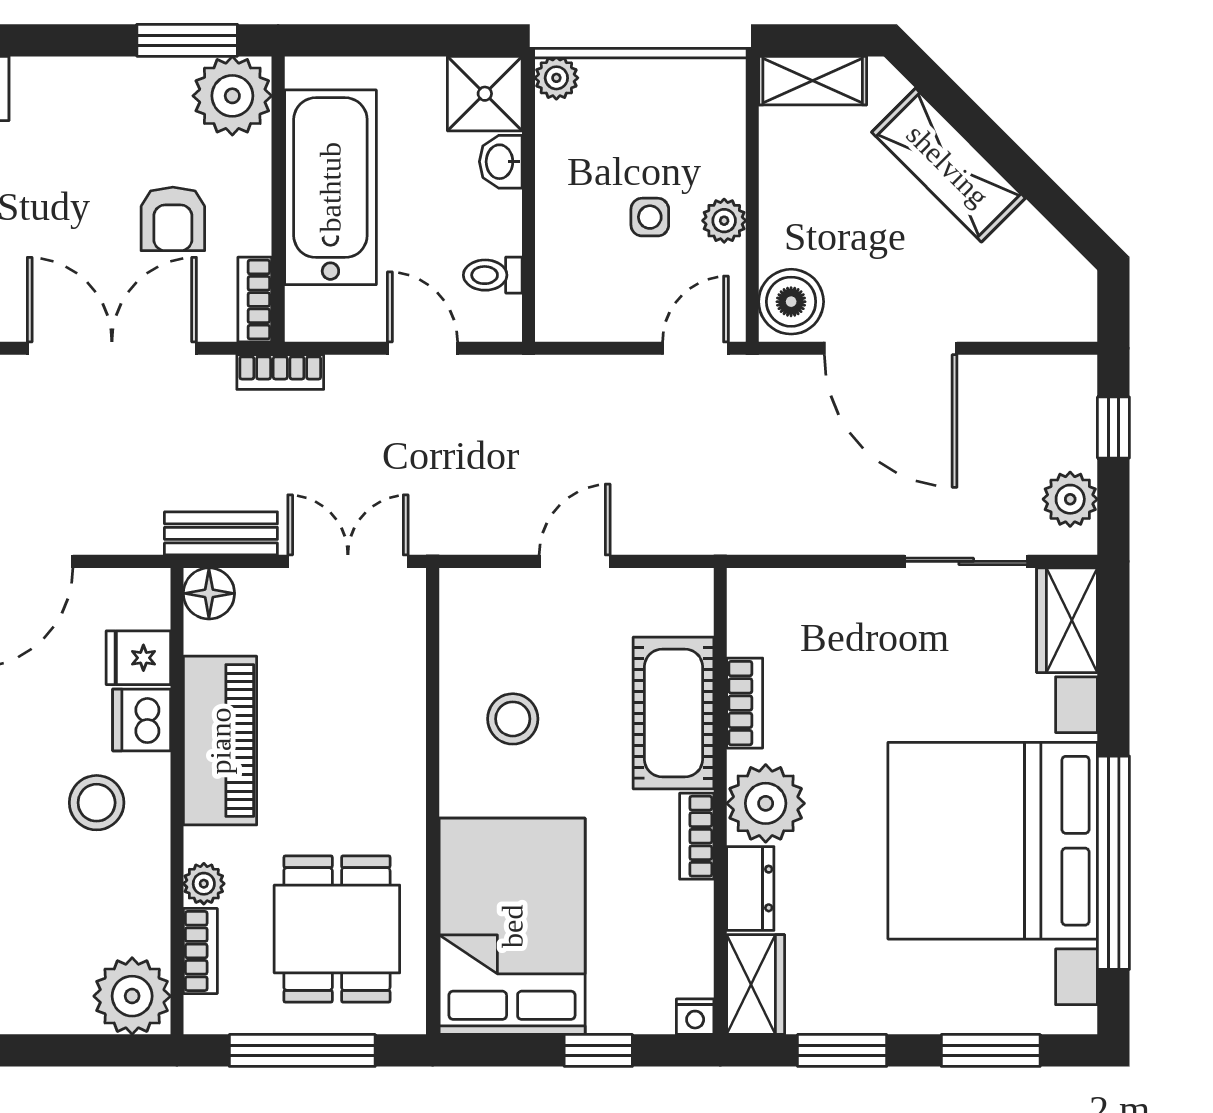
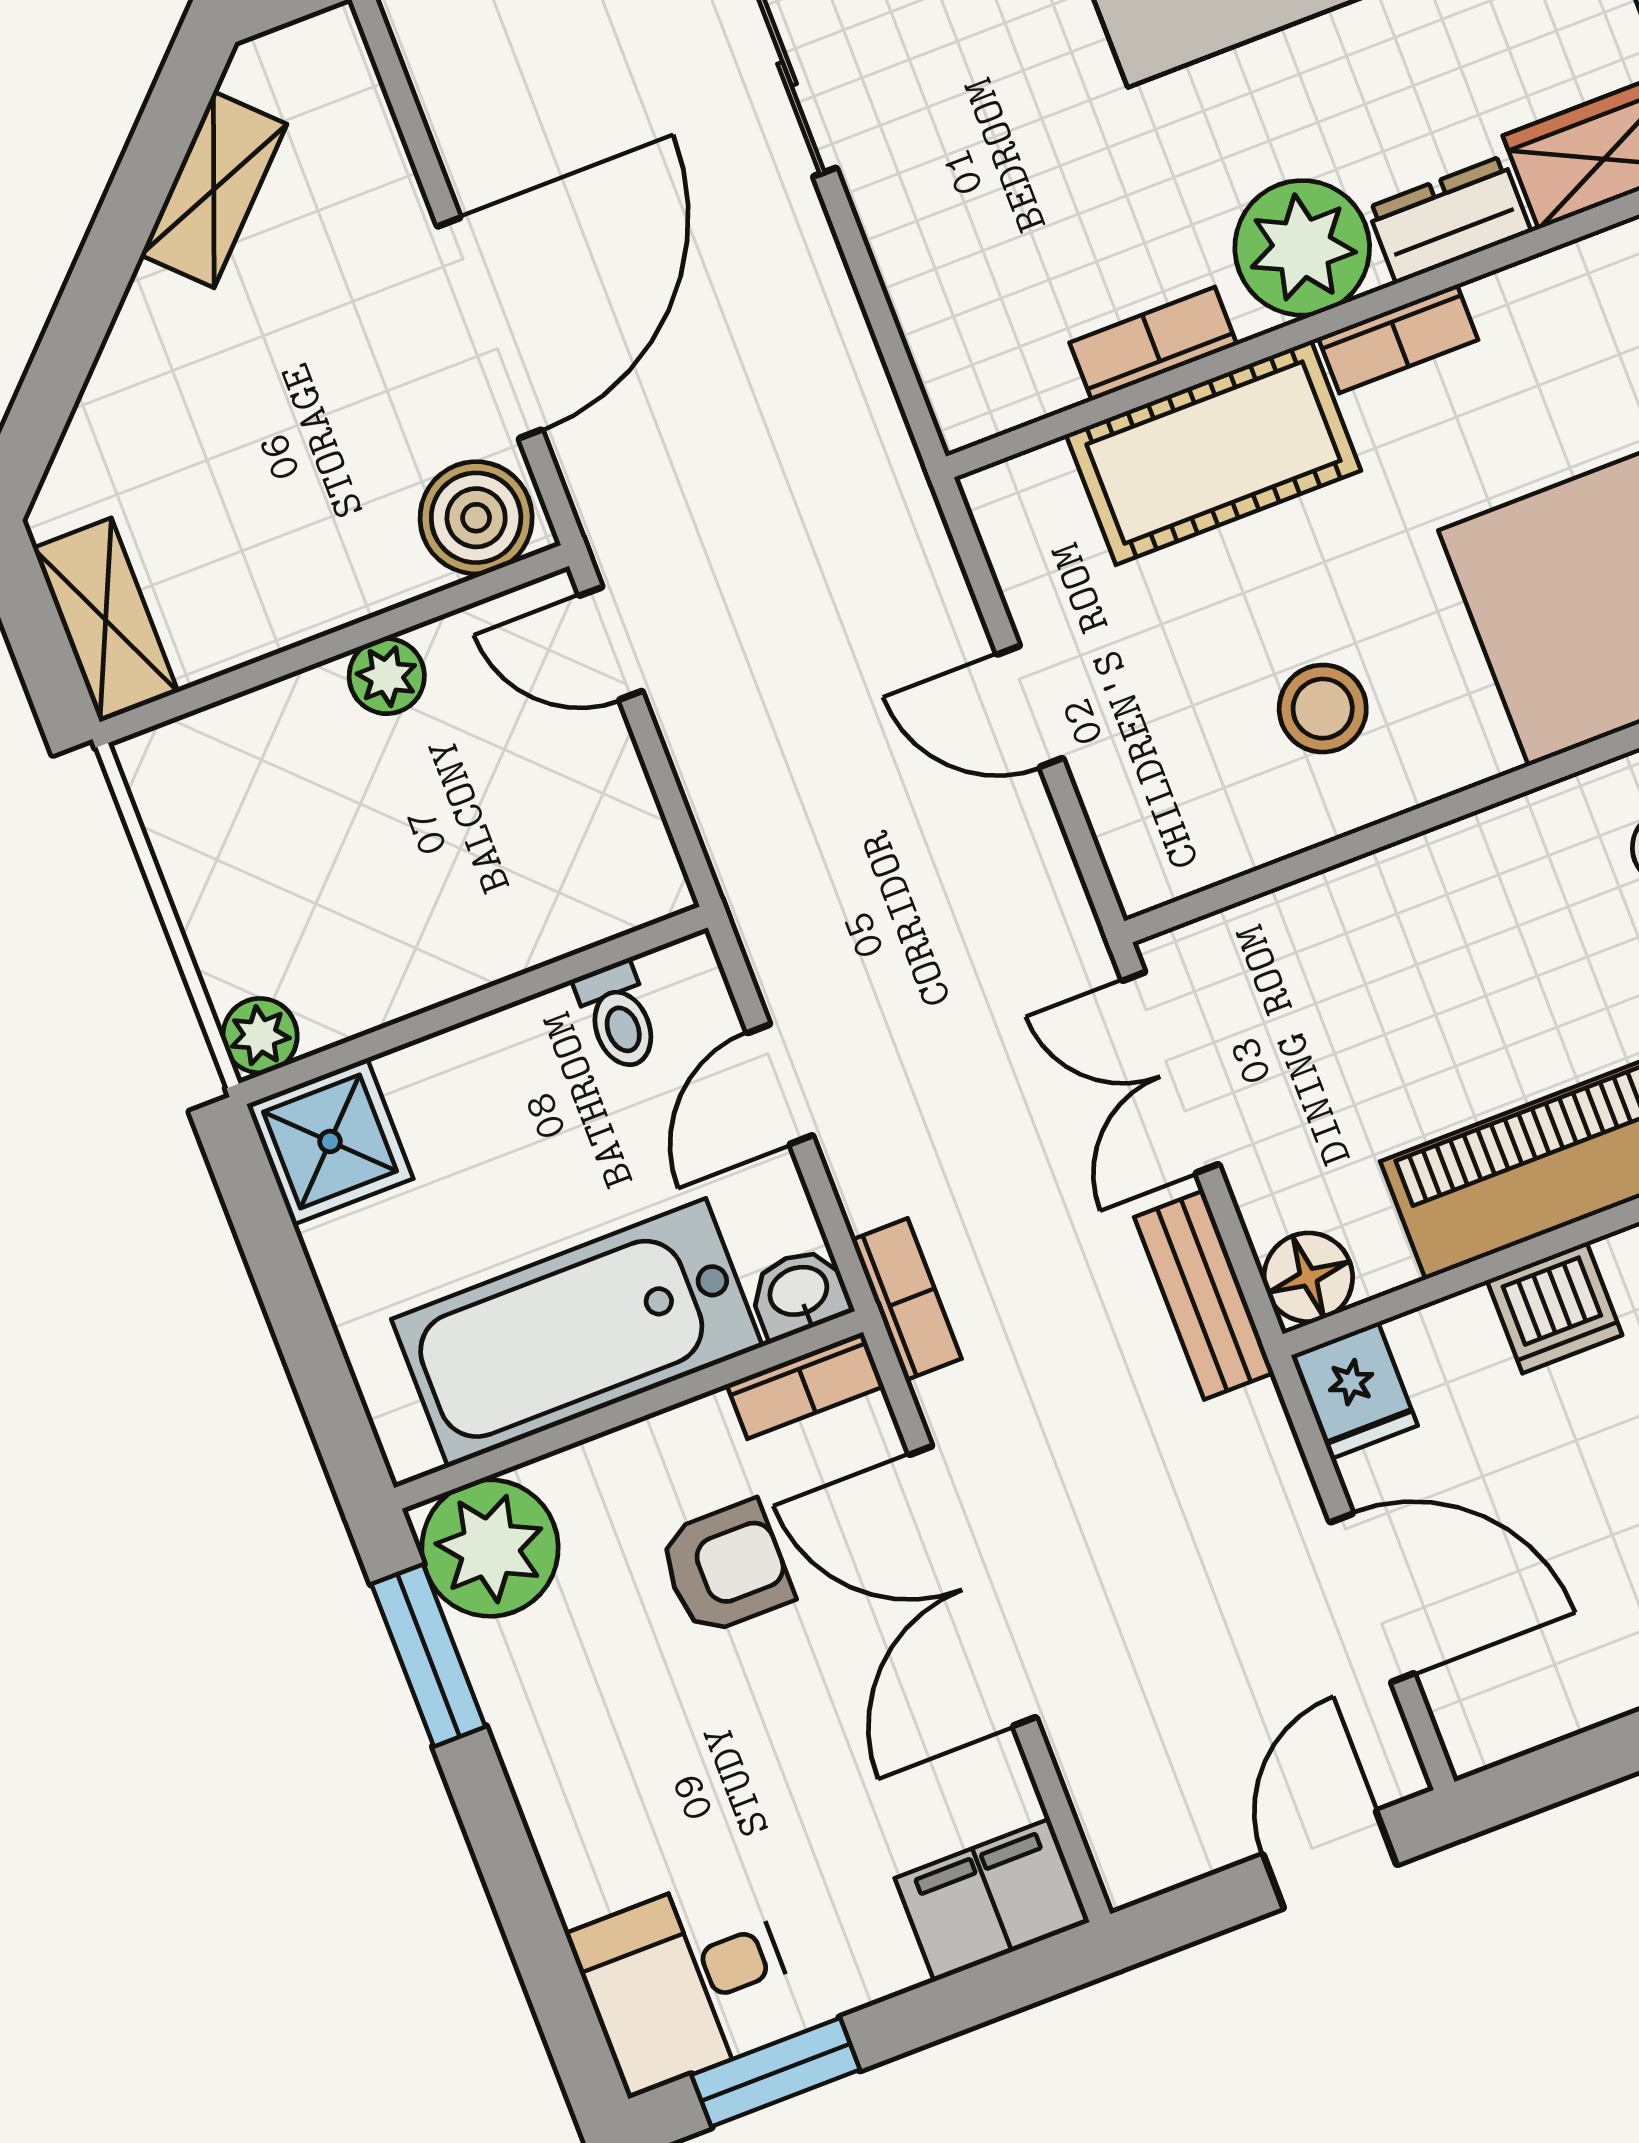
washbasin: (501, 162) -> (799, 1293), moved, turned 180
shelving: (948, 165) -> (214, 190), moved, width x0.67, depth x0.75
side table: (650, 217) -> (427, 798), removed
fridge: (138, 658) -> (1354, 1390), moved

